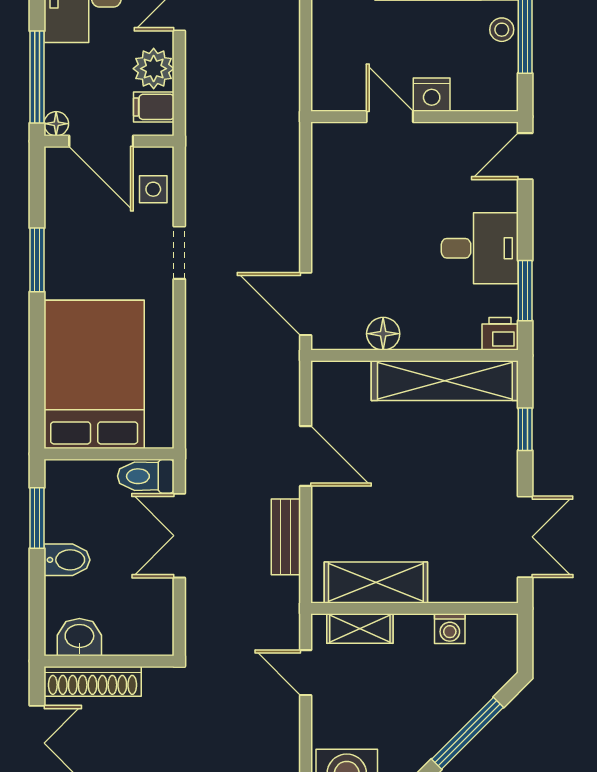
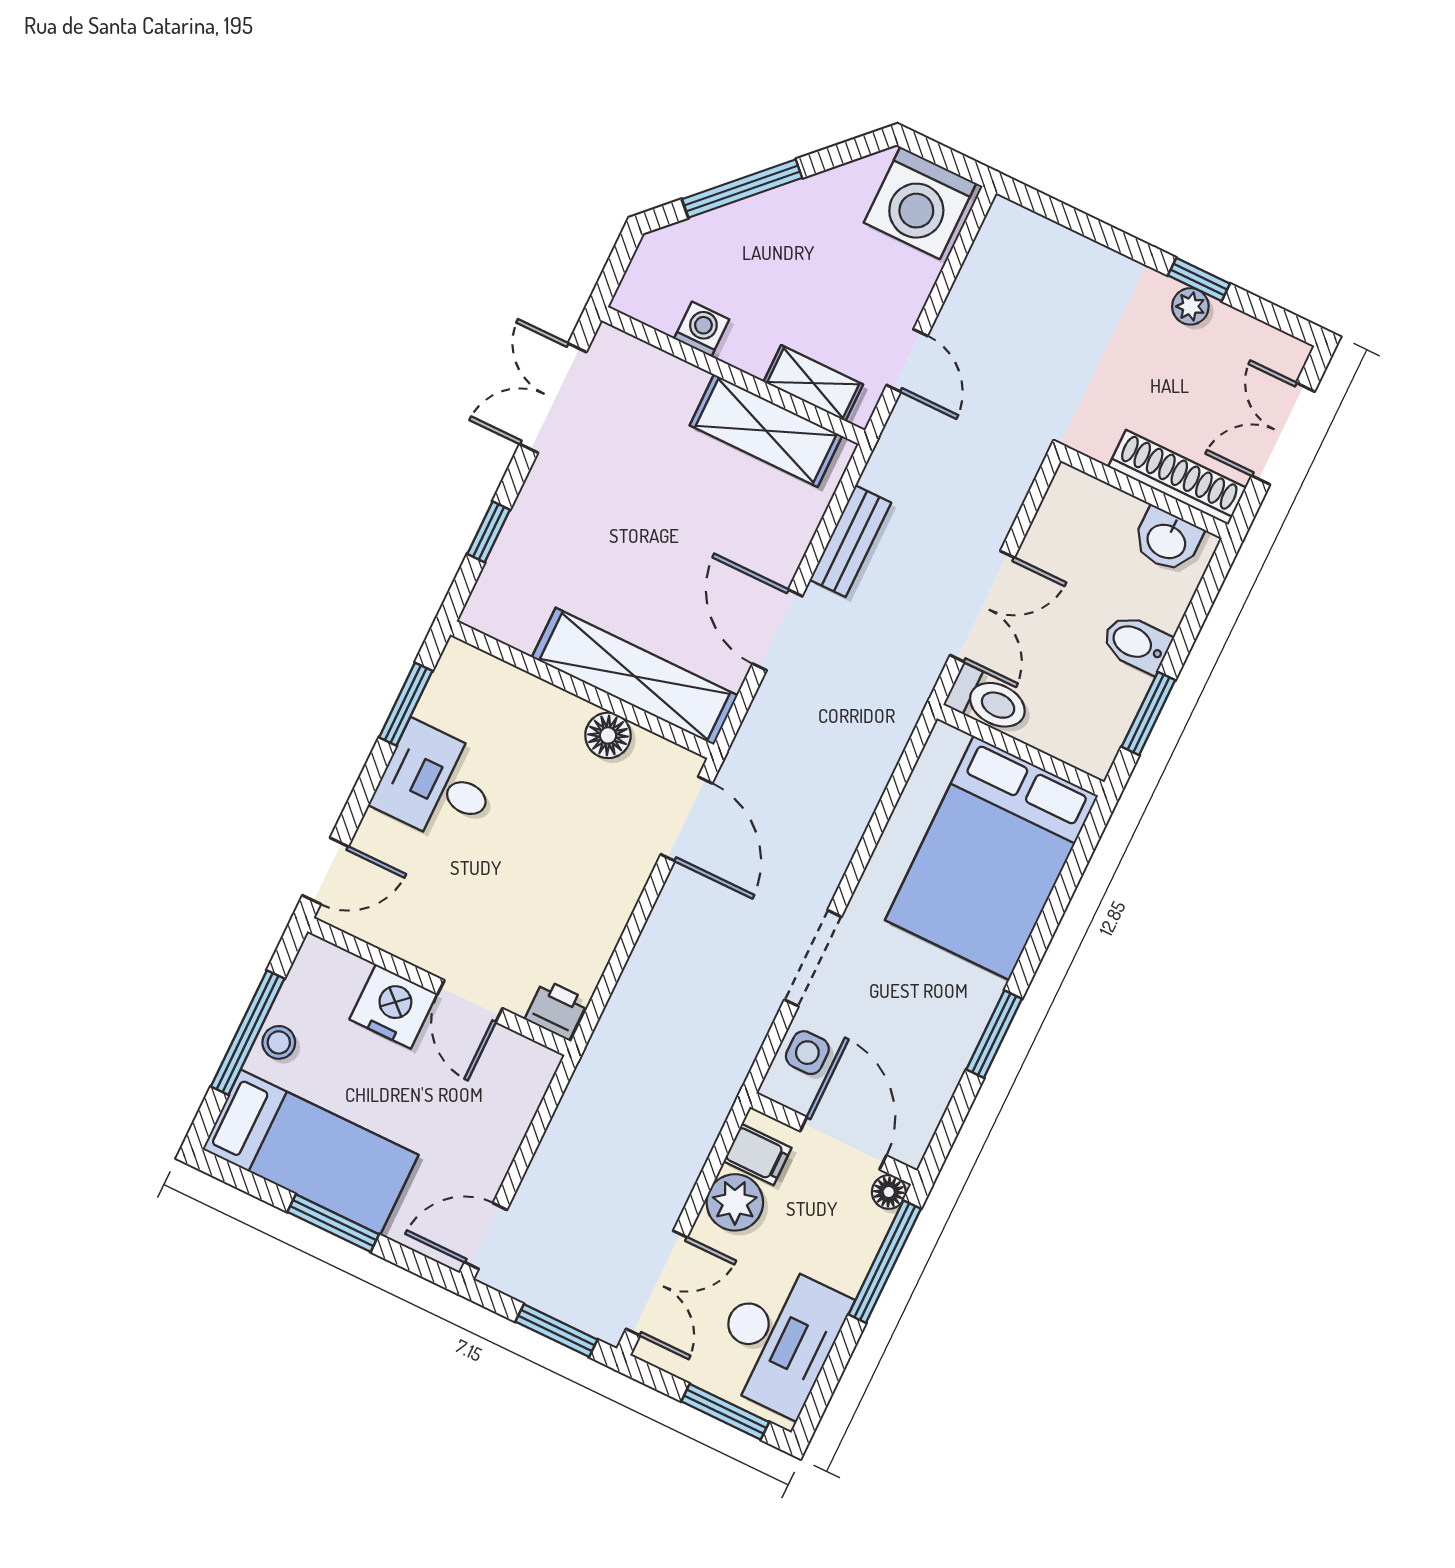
nightstand: (432, 95) -> (393, 1006), width x1.36, depth x1.33
doorway: (179, 253) -> (813, 958), width x1.38
printer: (500, 334) -> (556, 1010), moved, turned 180
shelving: (445, 381) -> (635, 676), moved

